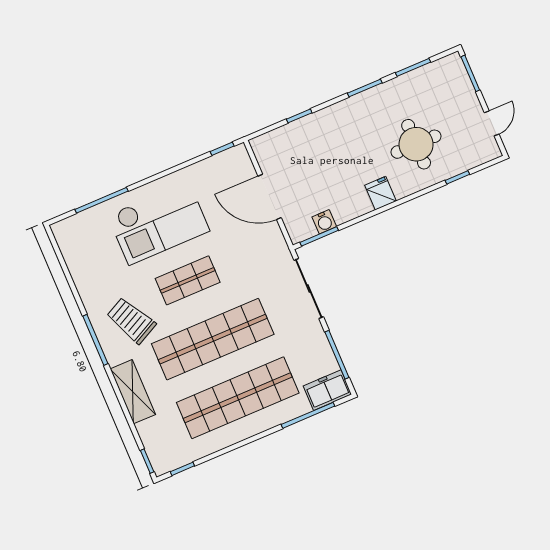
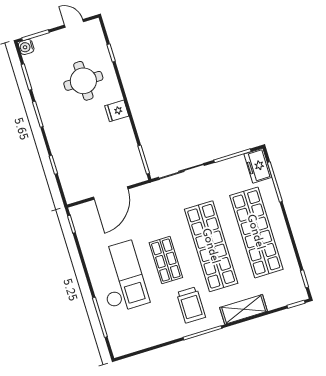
water cooler: (324, 222) -> (26, 47), moved, turned 180
trolley: (131, 320) -> (191, 305), turned -63

